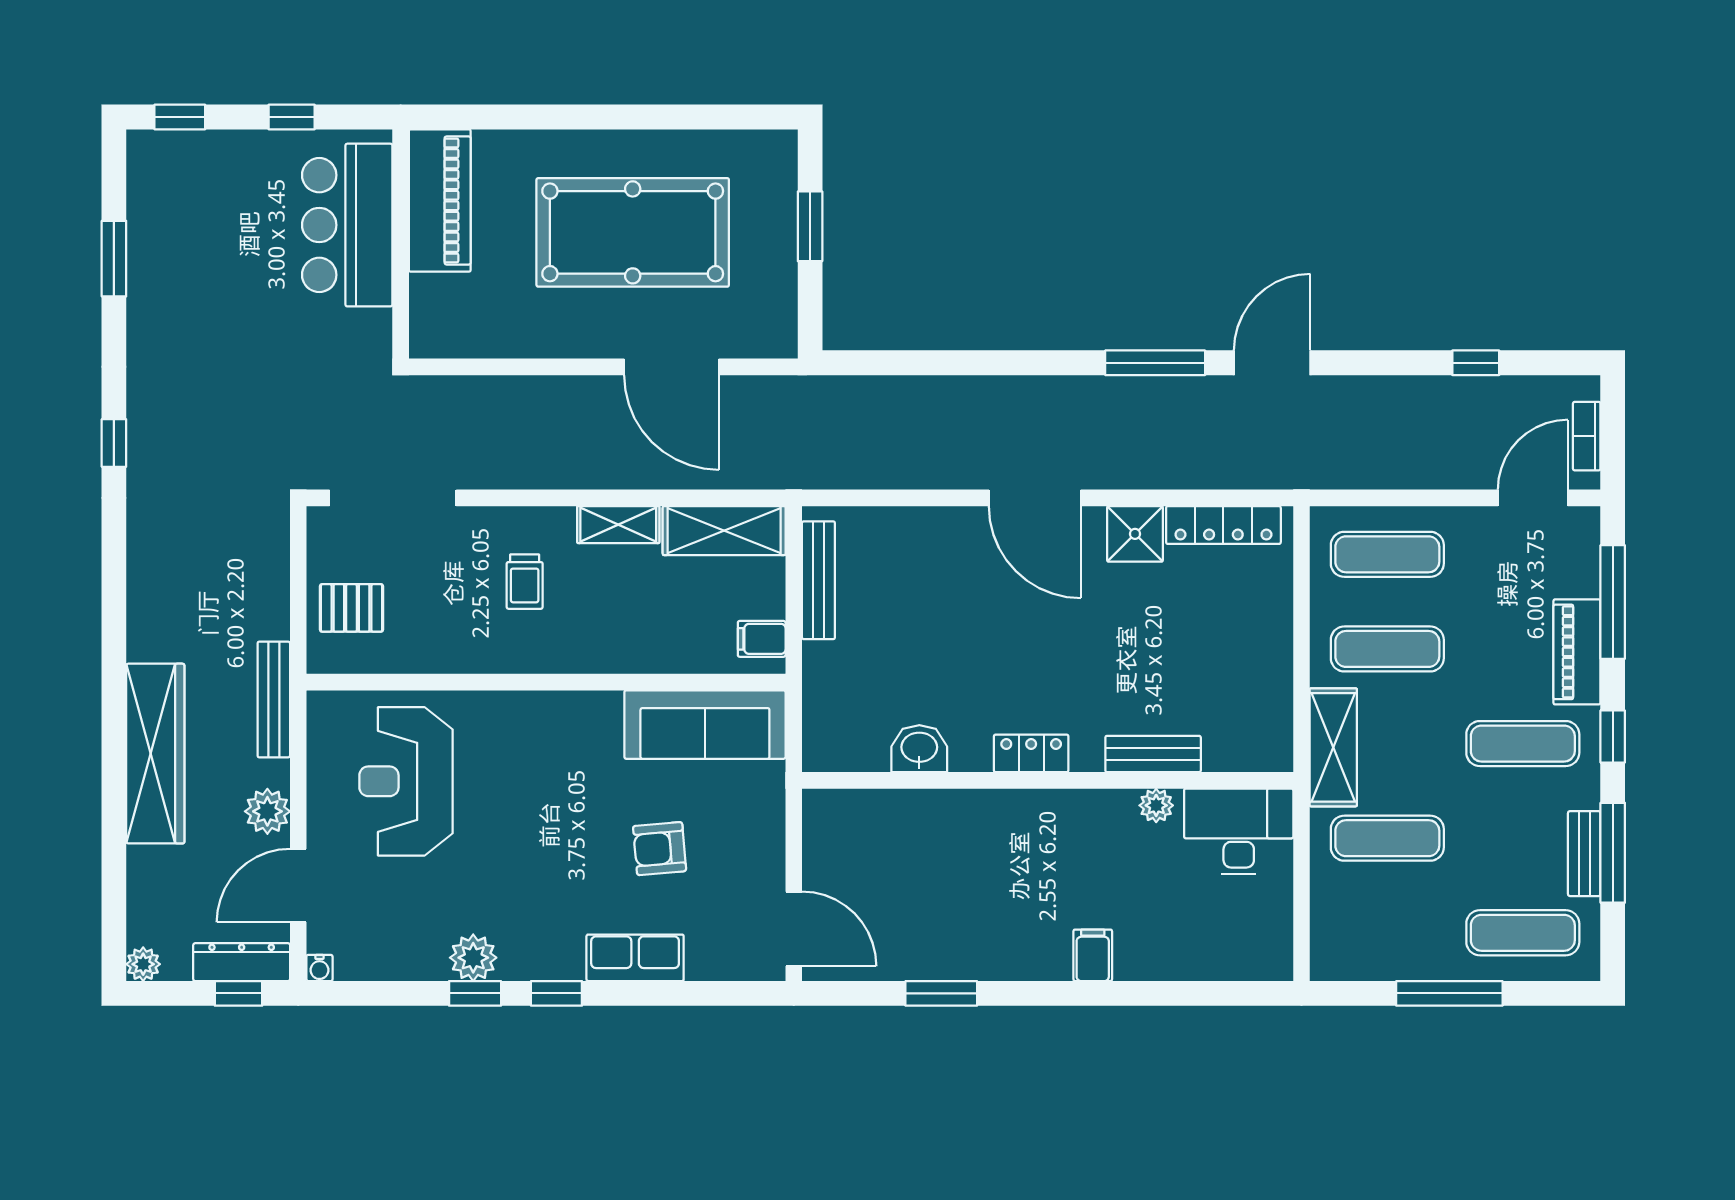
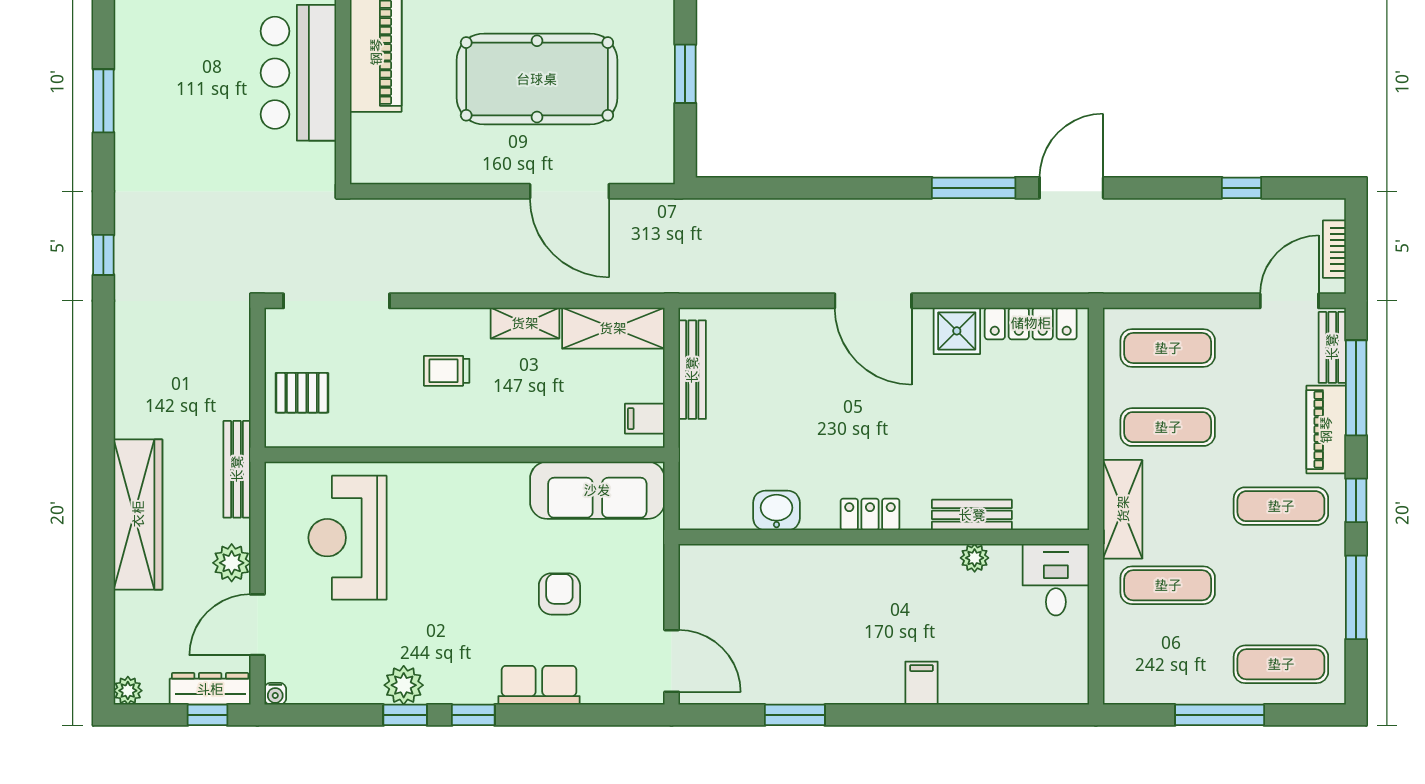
trolley: (525, 582) -> (447, 371), turned 90
desk: (1239, 831) -> (1056, 580), width x0.73
armchair: (660, 849) -> (559, 594), turned 95
bench: (1584, 854) -> (1332, 347), moved

